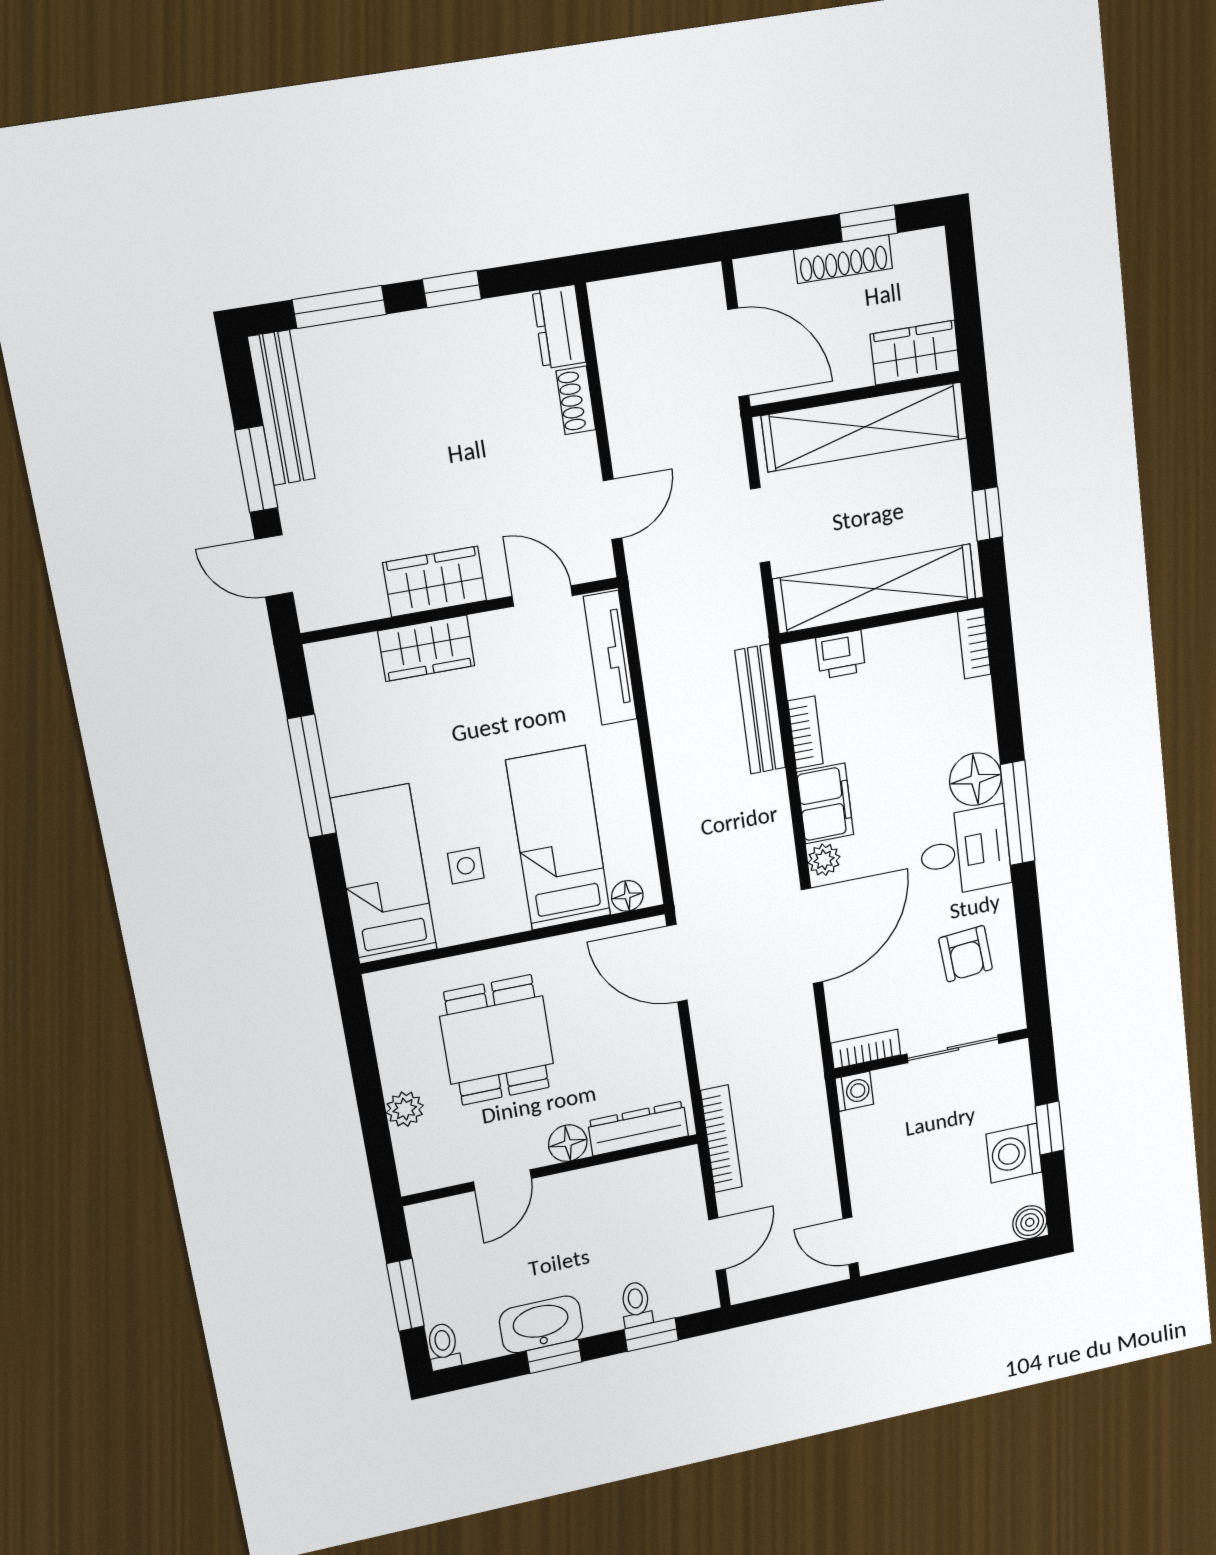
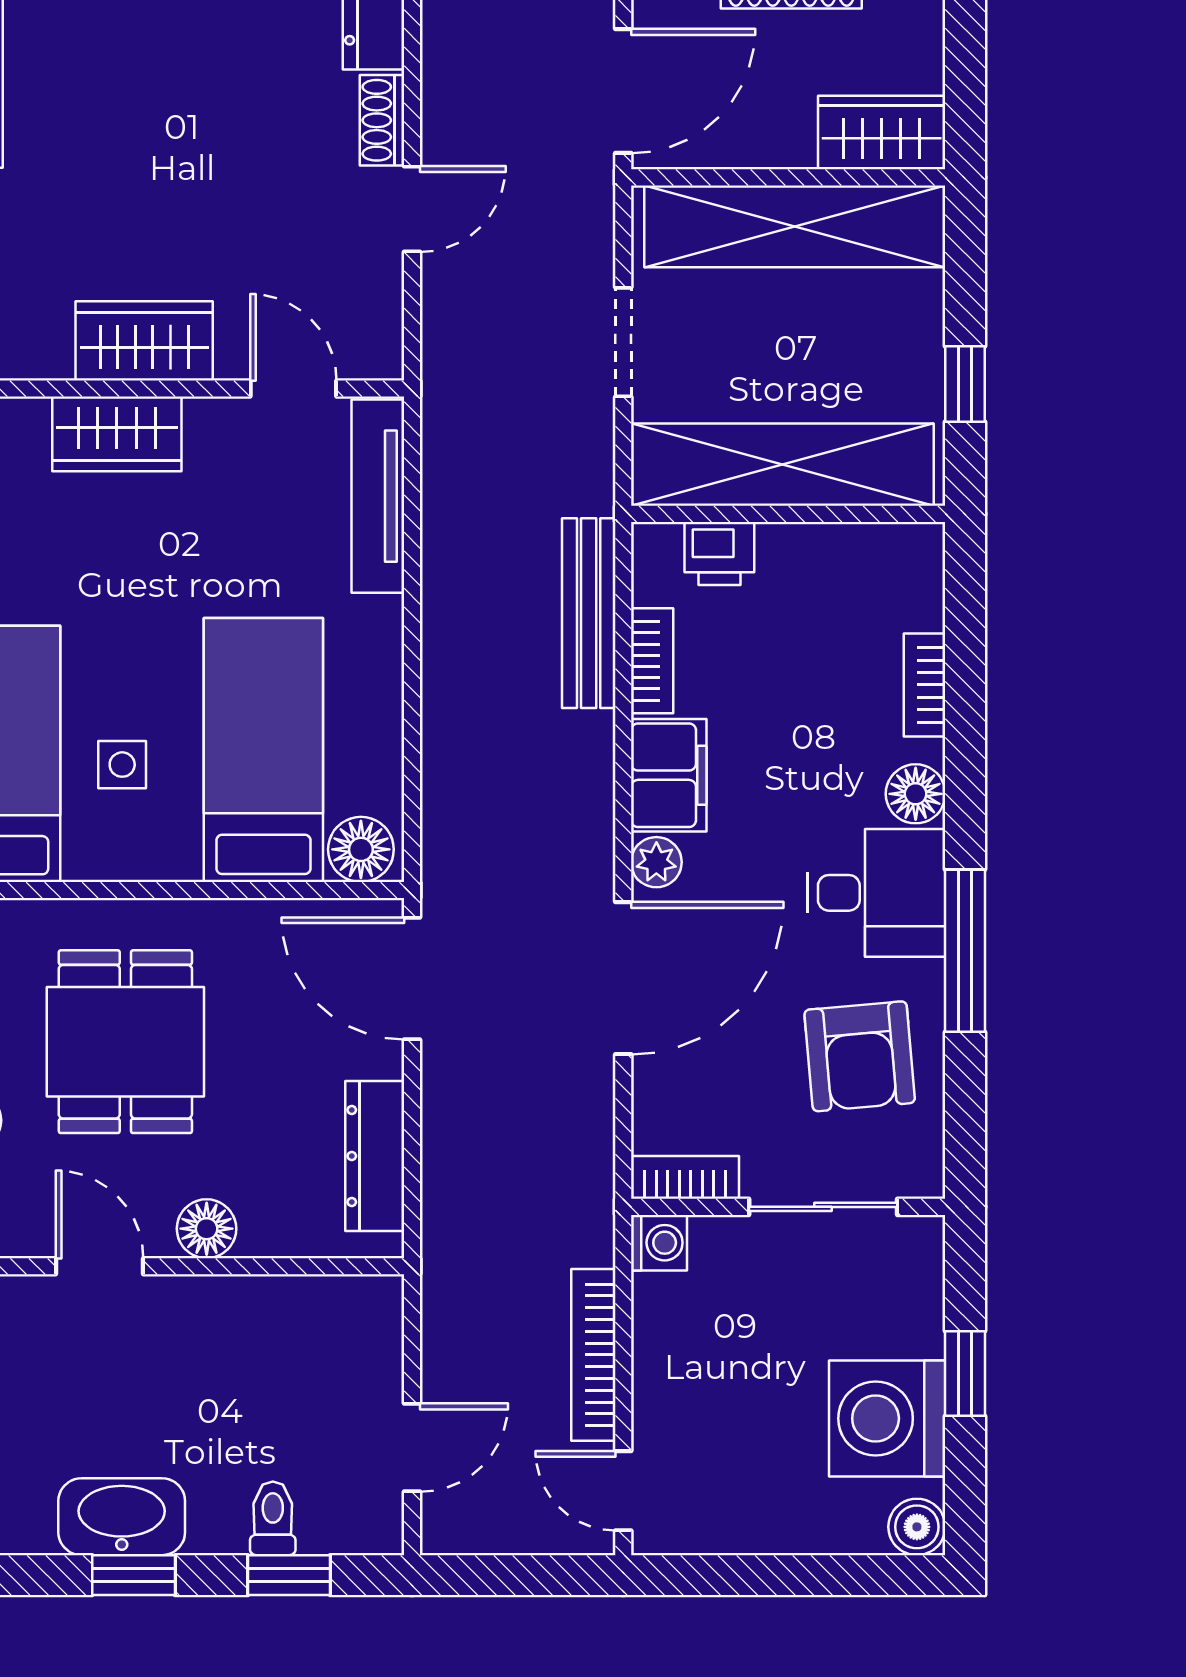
door: (738, 353) -> (623, 91), hinge flipped
door: (612, 509) -> (412, 209), moved
bookcase: (974, 643) -> (925, 685), moved
floor lamp: (975, 779) -> (916, 794), width x0.73, depth x0.73
window: (1018, 813) -> (965, 951), moved
floor lamp: (627, 896) -> (361, 849), width x1.37, depth x1.37
armchair: (966, 954) -> (860, 1056), width x1.38, depth x1.38
dresser: (638, 1128) -> (375, 1156), moved, turned -90
bookcase: (721, 1139) -> (593, 1355), moved, turned 180
washing machine: (1014, 1153) -> (887, 1418), width x1.37, depth x1.37
door: (502, 1180) -> (99, 1266), swing flipped

